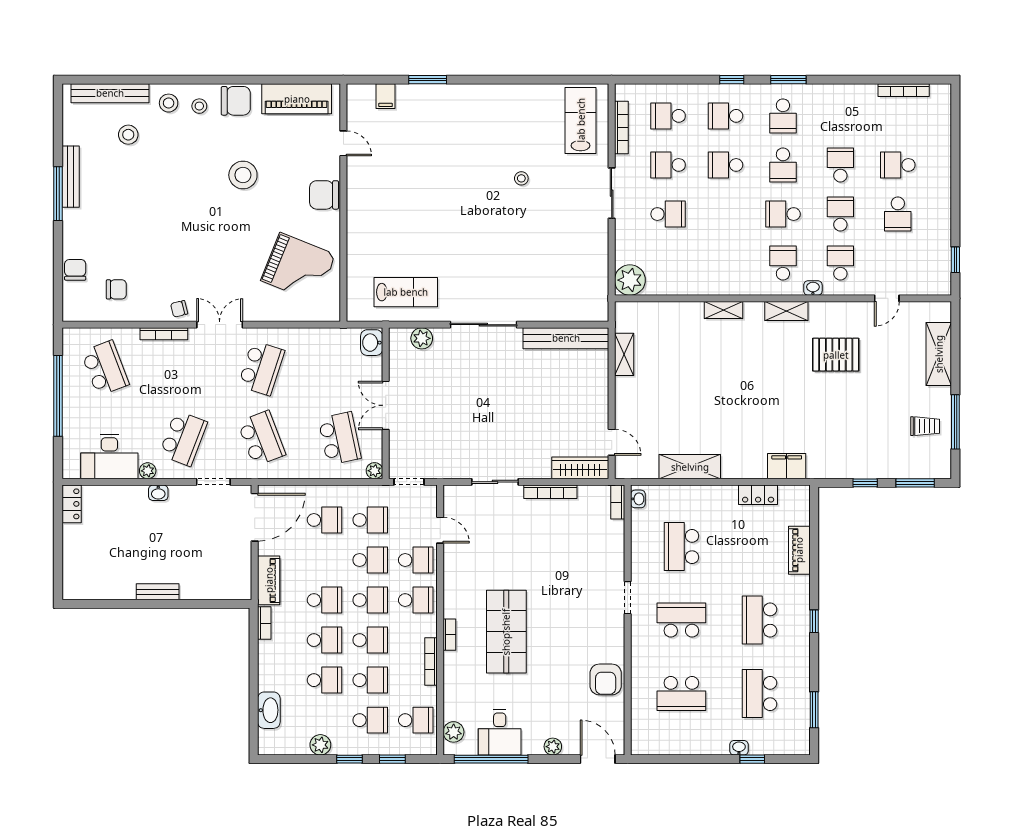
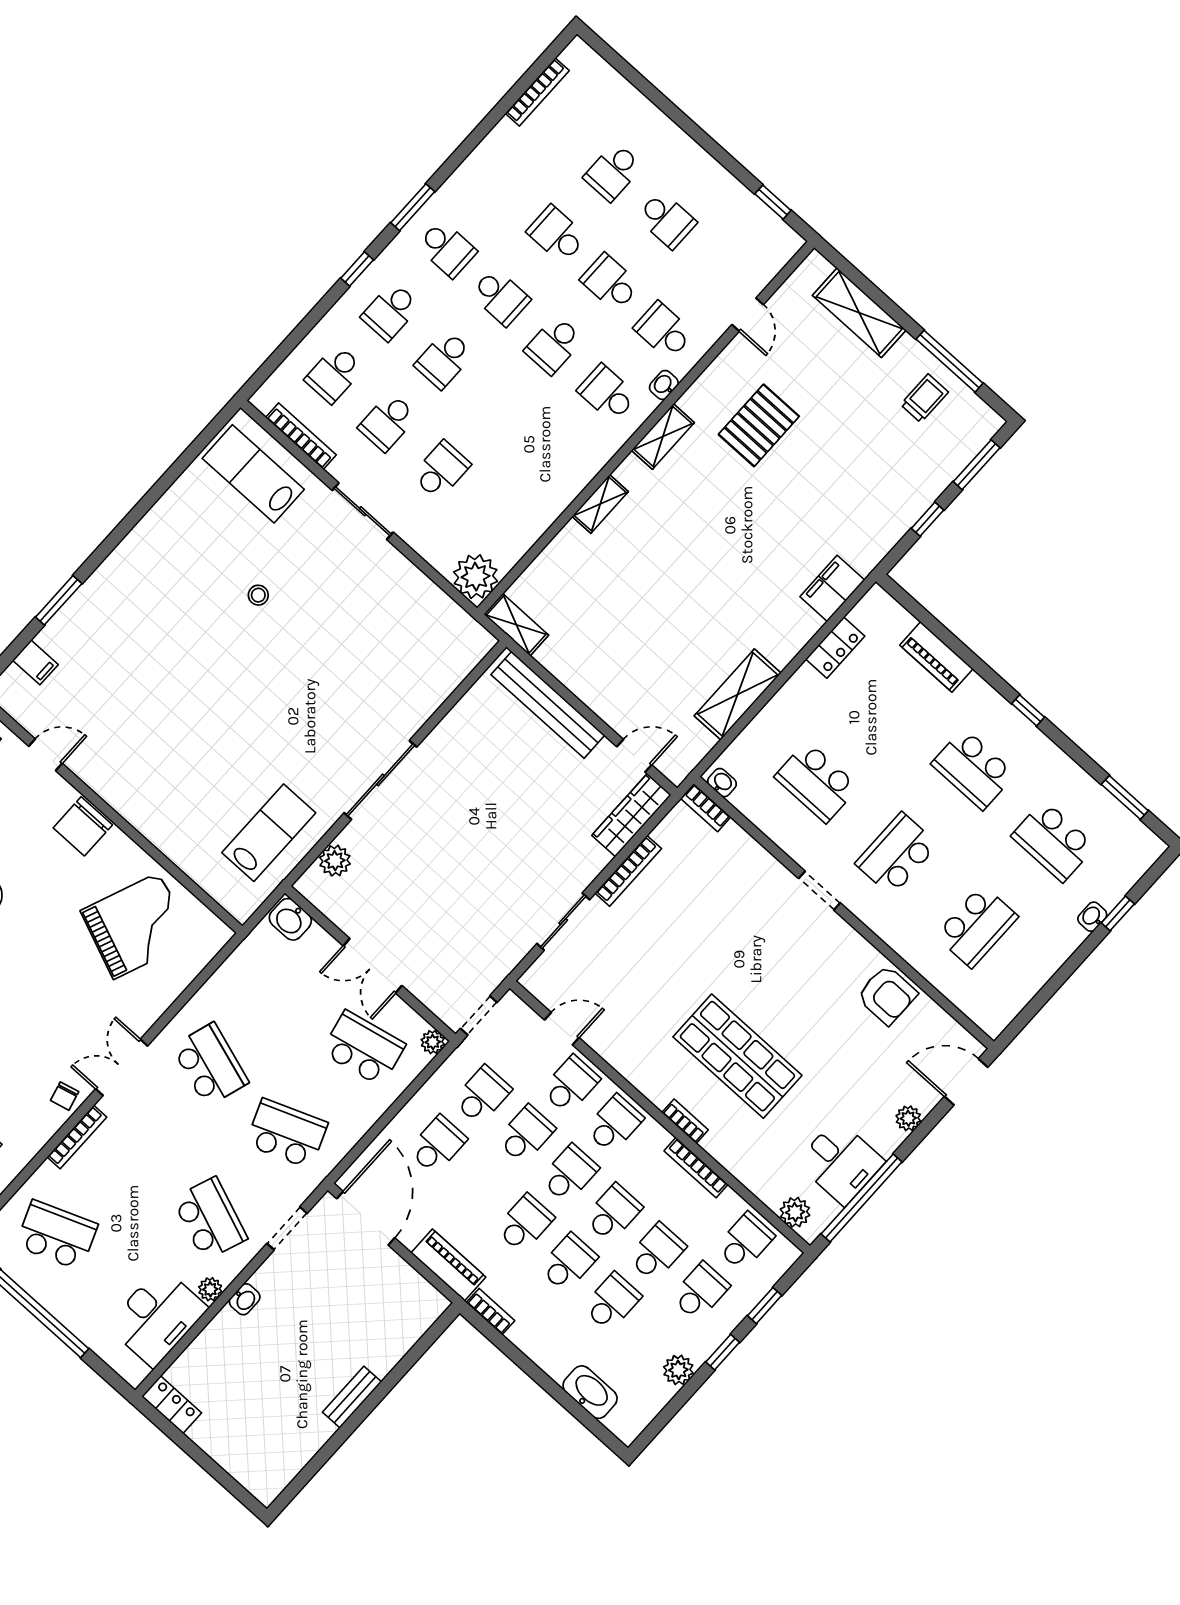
bench: (566, 338) -> (548, 705), moved, turned 90
shelving: (624, 354) -> (516, 625), moved

